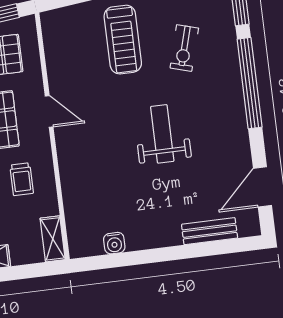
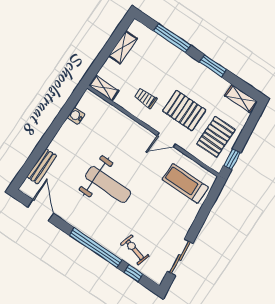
treadmill: (123, 40) -> (185, 183), moved
exercise bike: (184, 48) -> (135, 250), moved
weight bench: (162, 134) -> (108, 185), width x1.36, depth x1.33

